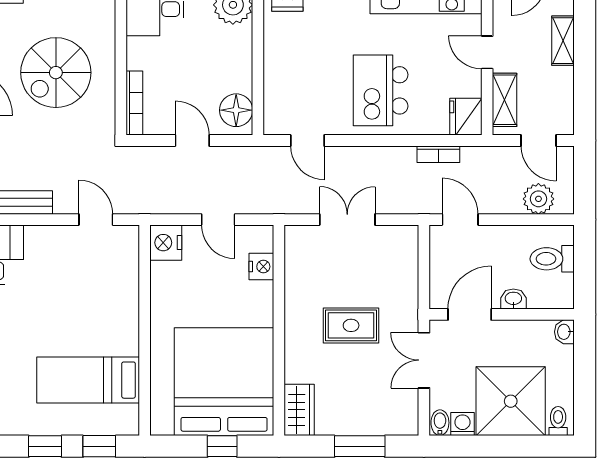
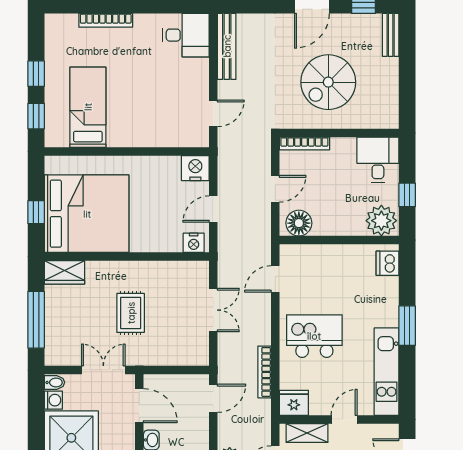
spiral stairs: (56, 73) -> (328, 82), turned -90
bookcase: (438, 154) -> (264, 372), width x1.56
nightstand: (261, 267) -> (194, 243), moved
window: (360, 446) -> (36, 320), width x1.44

